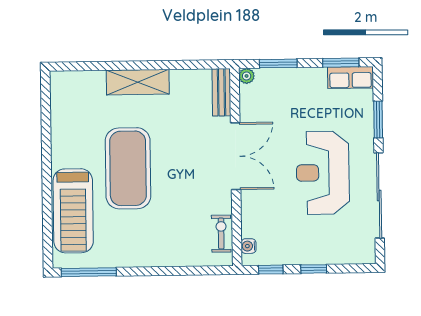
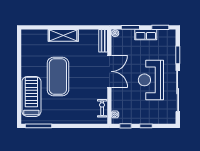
row of seats: (351, 78) -> (146, 35), moved
treadmill: (73, 211) -> (31, 96), turned 180

